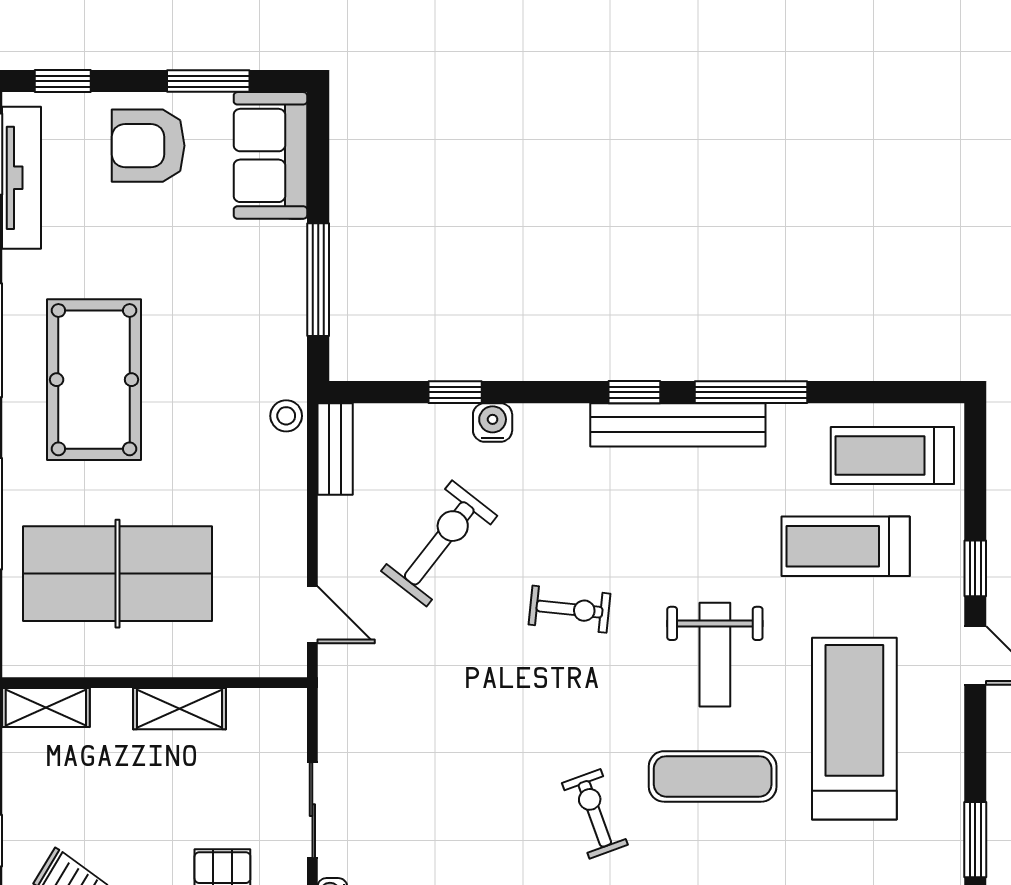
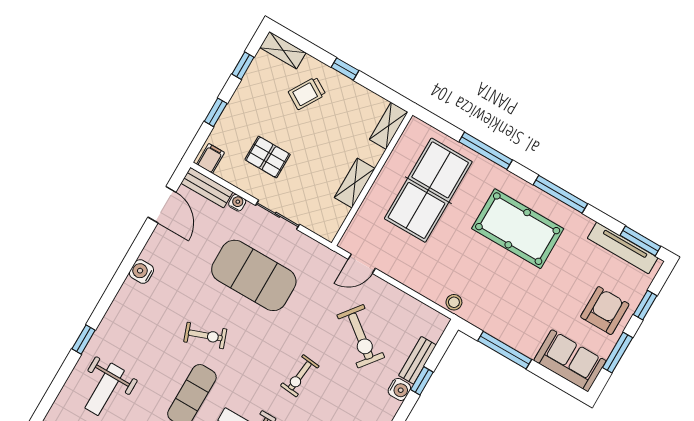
window: (63, 81) -> (645, 305), moved
bench: (335, 449) -> (417, 360), moved, turned 90
exercise mat: (442, 790) -> (254, 275), added

